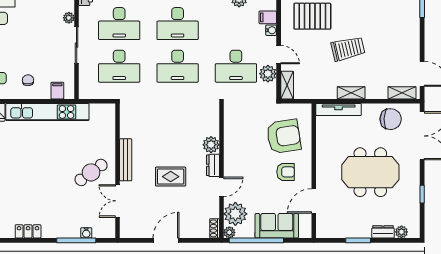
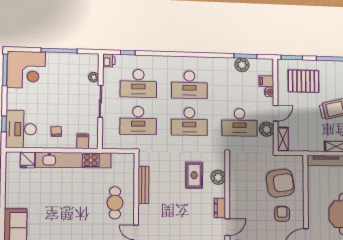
door: (279, 55) -> (276, 113), hinge flipped
plant: (211, 145) -> (218, 177), moved
bench: (126, 160) -> (144, 185), moved
cafe table: (91, 172) -> (115, 203), moved, turned -54
armchair: (286, 172) -> (282, 214), turned -90
rug: (171, 177) -> (194, 175), moved, turned 90

